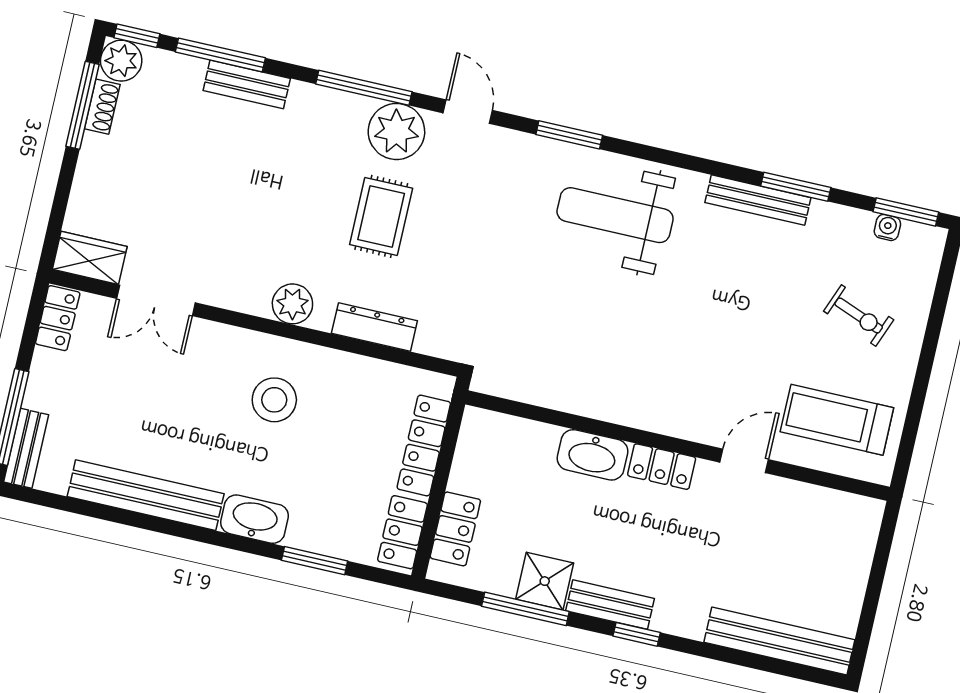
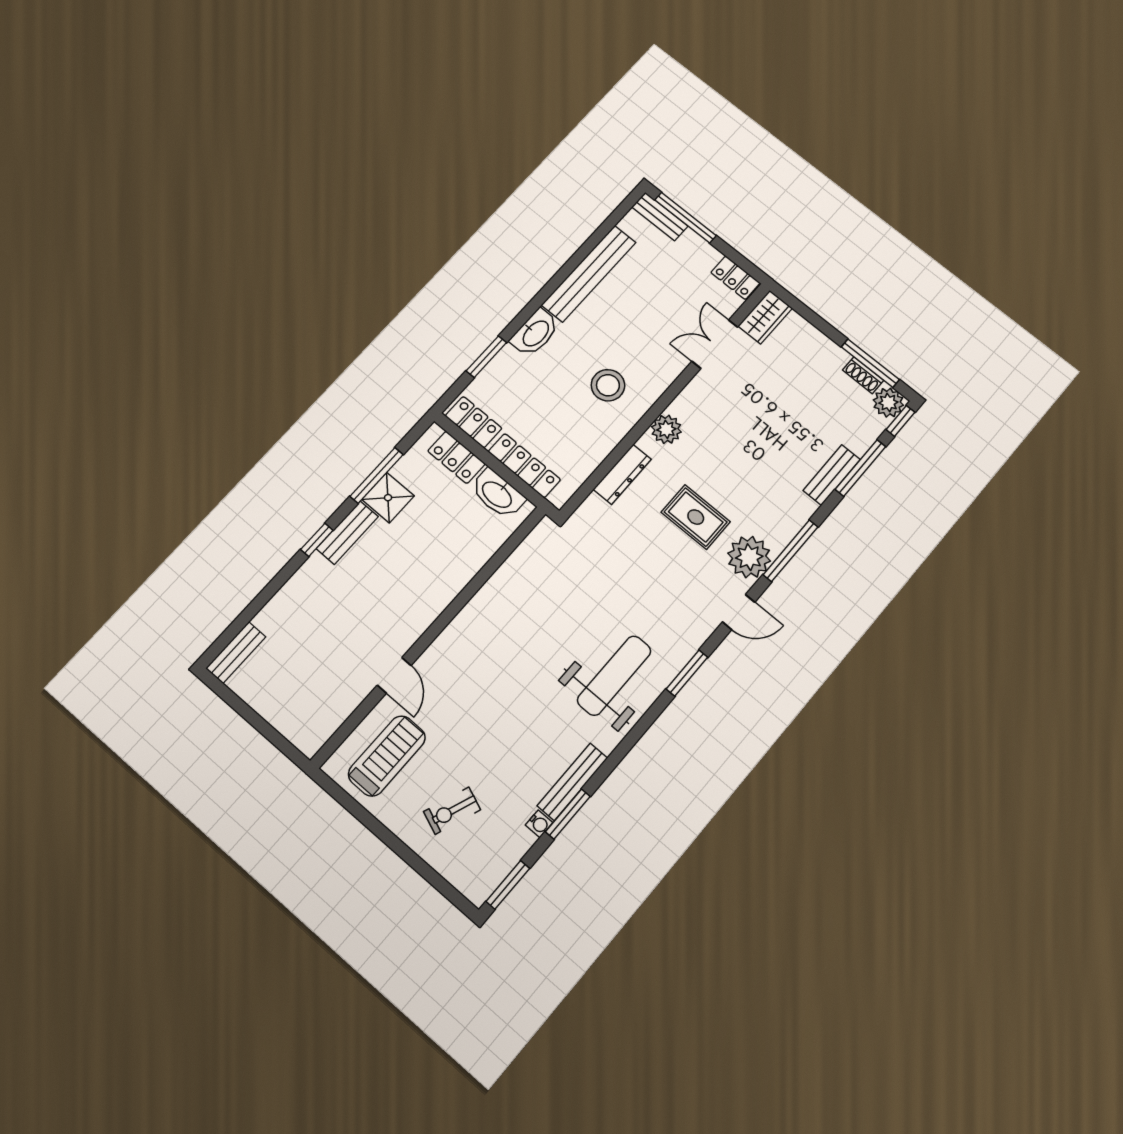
water cooler: (887, 227) -> (539, 824), moved
washbasin: (593, 455) -> (497, 494), moved, turned -90
locker: (662, 467) -> (422, 616), removed
bench: (779, 641) -> (236, 653), width x0.54, depth x0.82

